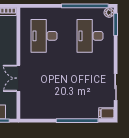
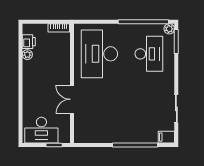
desk: (44, 36) -> (99, 54), width x1.36, depth x1.30
desk: (90, 36) -> (149, 54), turned 180

